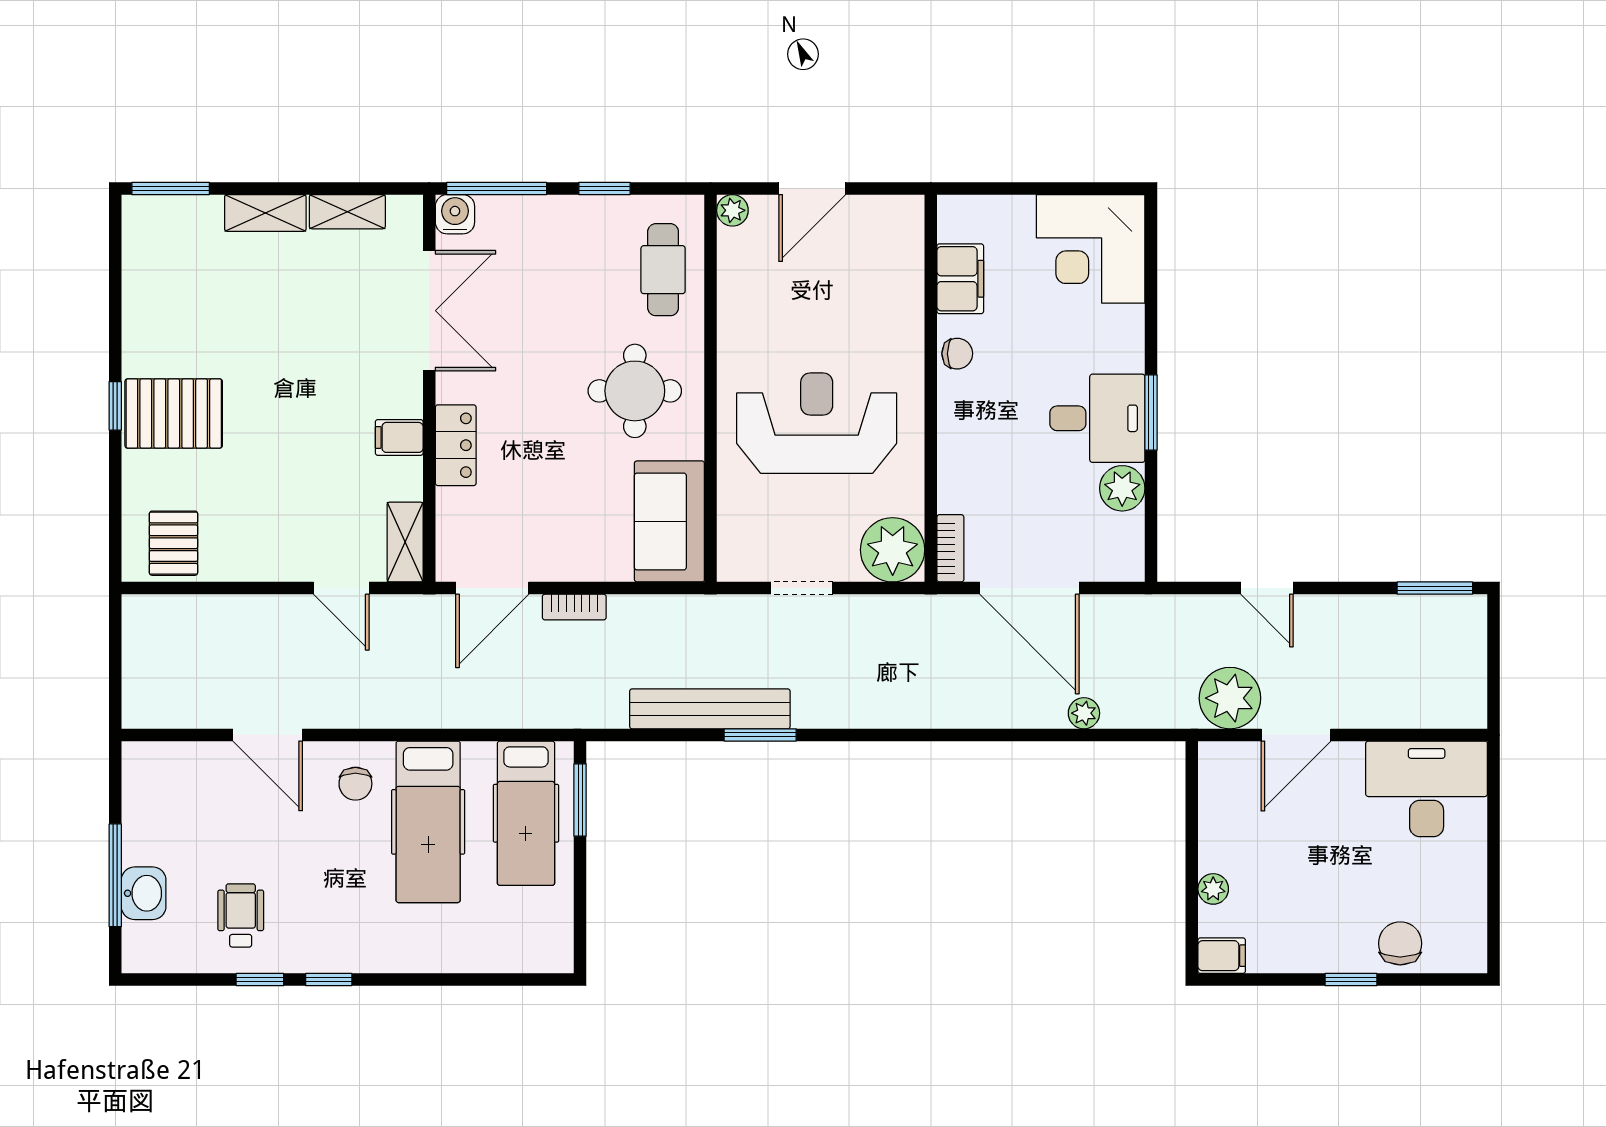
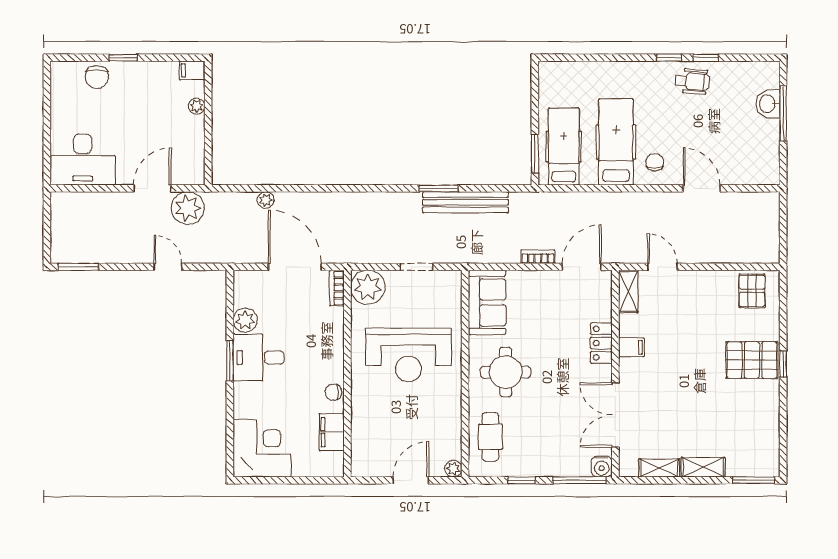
wheelchair: (241, 915) -> (692, 81), moved, turned -85

